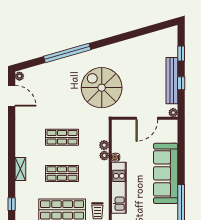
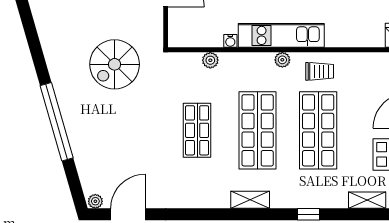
spiral stairs: (102, 88) -> (115, 64), width x0.73, depth x0.73
plant: (104, 156) -> (282, 60), moved
shop shelf: (62, 174) -> (258, 130), width x1.43, depth x1.36

